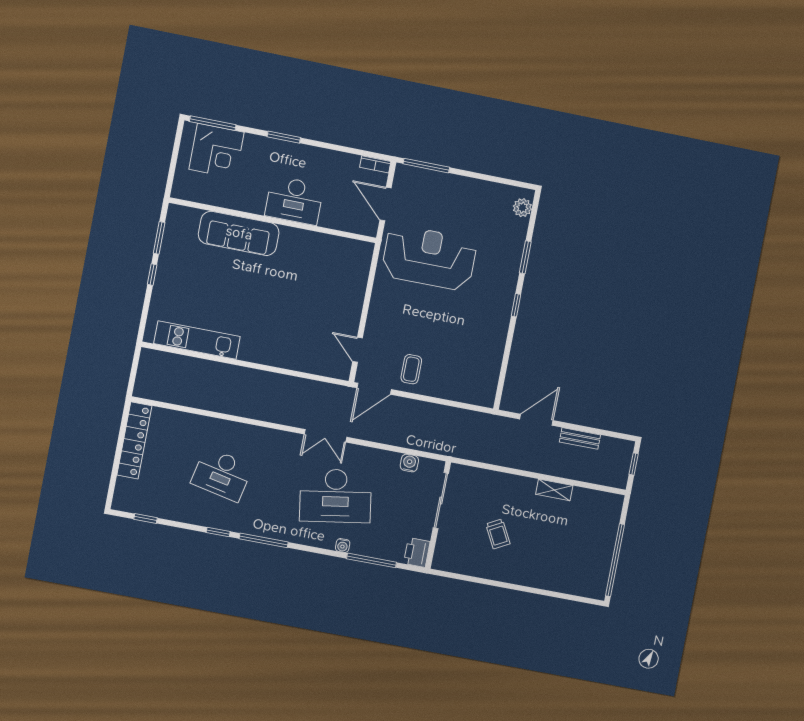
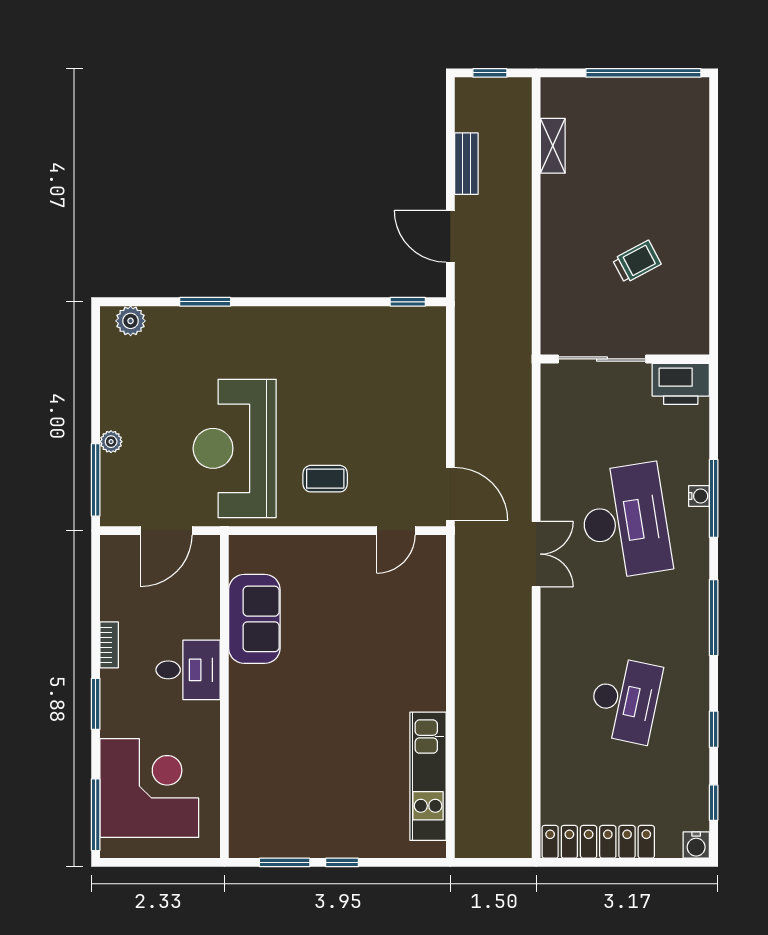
corner desk: (217, 151) -> (149, 788), width x1.36, depth x1.36
bookcase: (375, 164) -> (109, 645), moved
plant: (449, 180) -> (111, 442), added
desk: (294, 200) -> (188, 670), width x0.73
sofa: (239, 233) -> (254, 619), moved, width x0.73
window: (516, 305) -> (408, 302), moved
coffee table: (411, 369) -> (325, 479), moved
water cooler: (409, 463) -> (696, 845), moved, turned -90
shelving: (554, 490) -> (553, 146), moved
window: (218, 532) -> (714, 729), moved
printer: (417, 553) -> (681, 384), width x1.37, depth x1.19
window: (372, 560) -> (714, 498), moved

